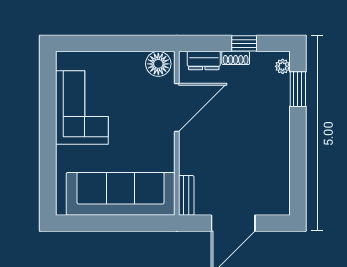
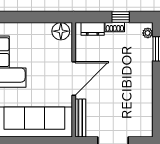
door: (177, 107) -> (74, 78), moved
bench: (186, 195) -> (80, 118), width x1.36

